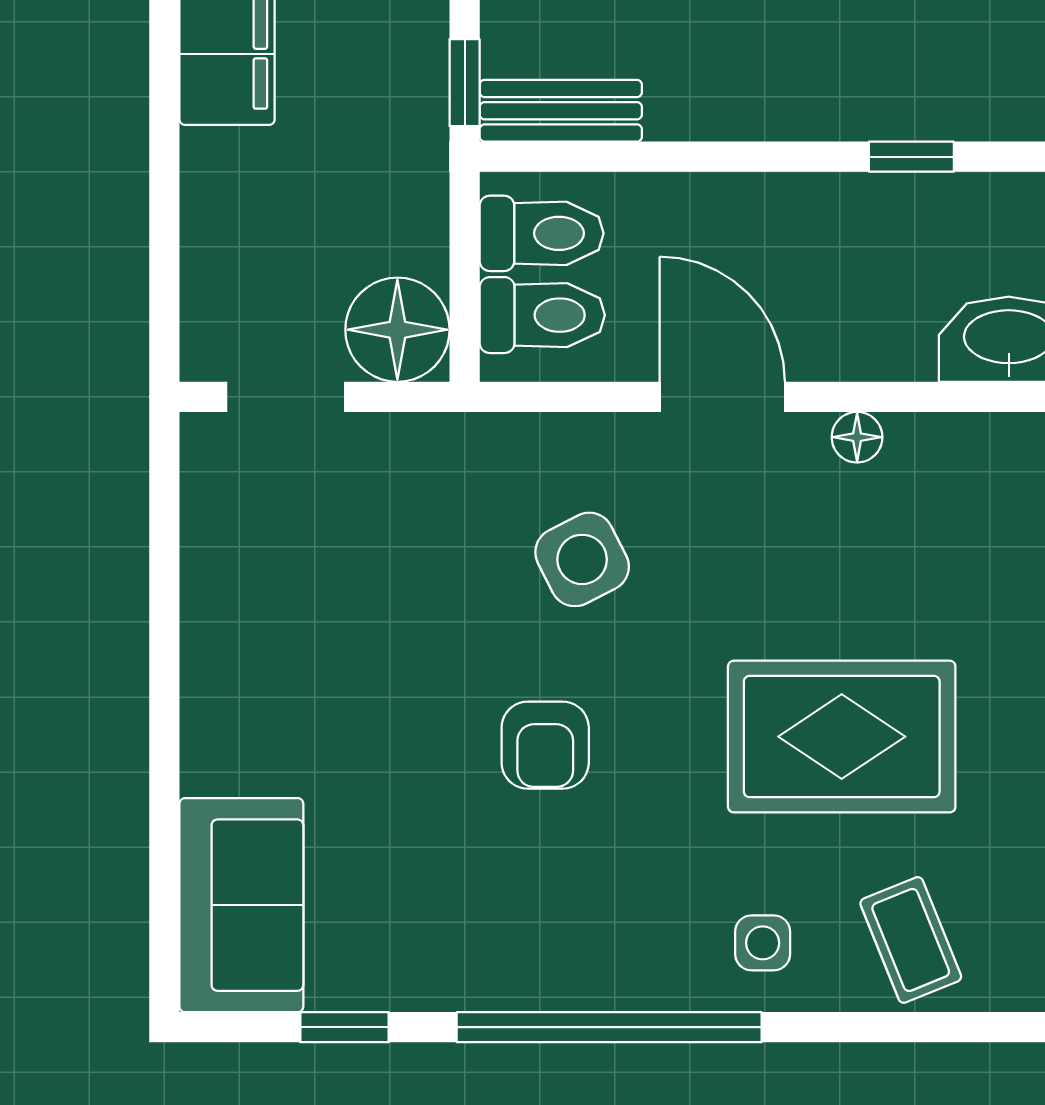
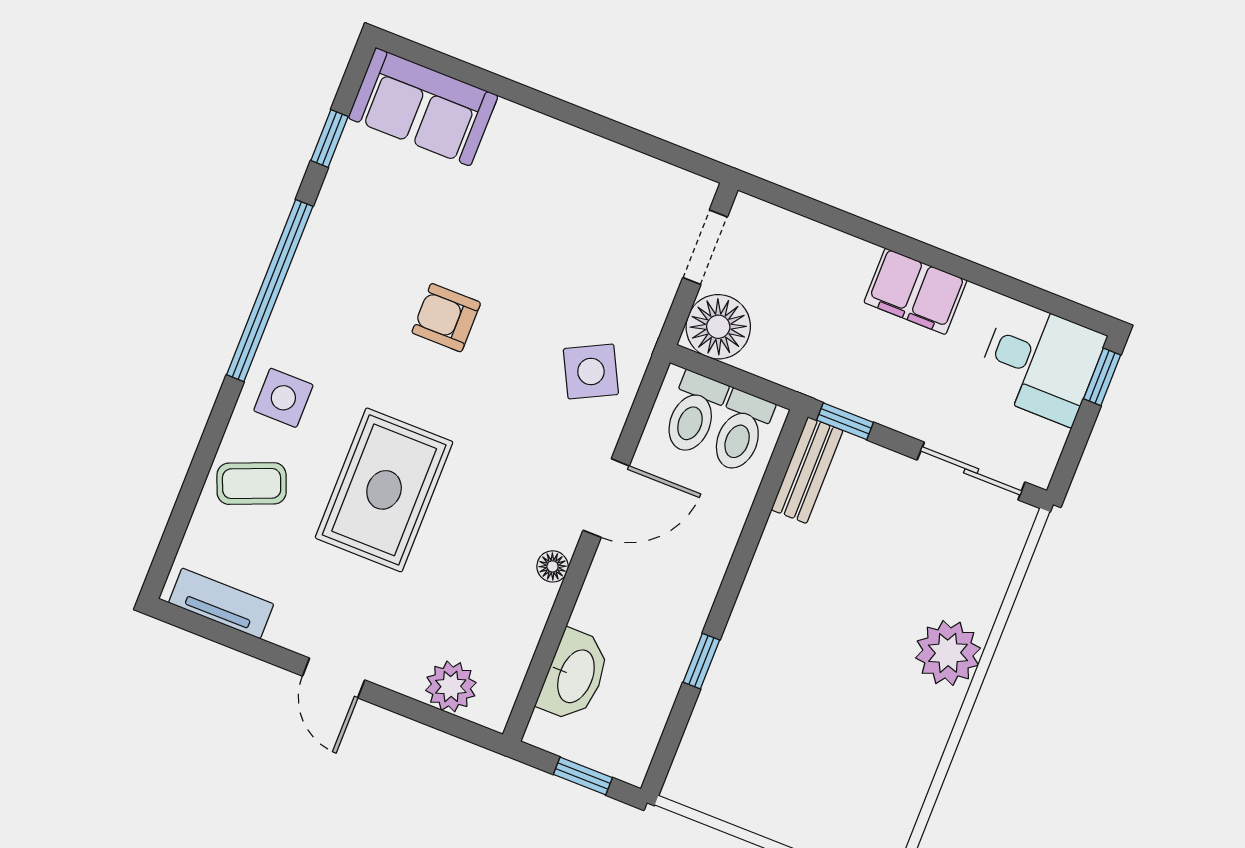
side table: (582, 559) -> (591, 372), moved
side table: (763, 943) -> (283, 398), width x1.37, depth x1.37

